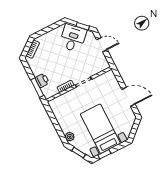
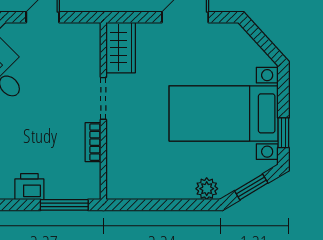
wardrobe: (105, 79) -> (121, 48), added
printer: (42, 80) -> (29, 187), moved

